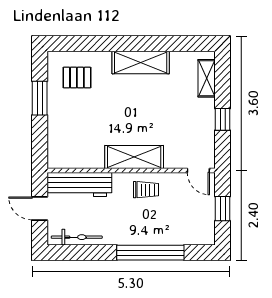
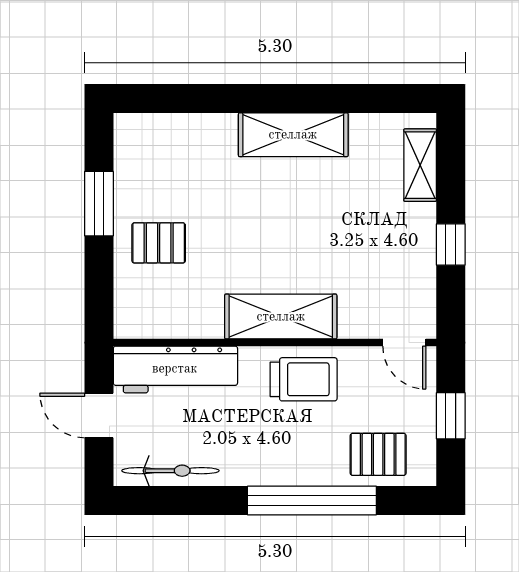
pallet: (77, 78) -> (159, 243), moved
trolley: (146, 190) -> (304, 379), width x1.36, depth x1.39
pallet: (185, 229) -> (378, 454), added

